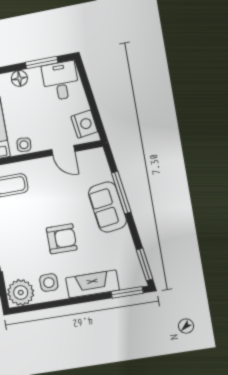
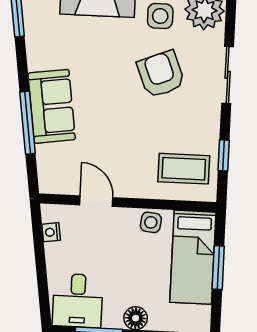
nightstand: (84, 124) -> (51, 232), width x0.53, depth x0.56
armchair: (62, 239) -> (161, 74), moved, turned 68

